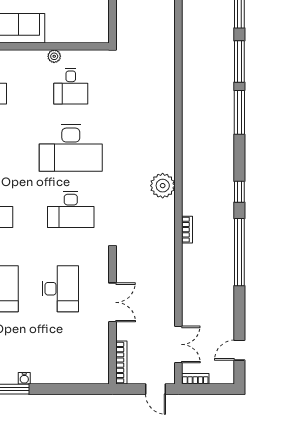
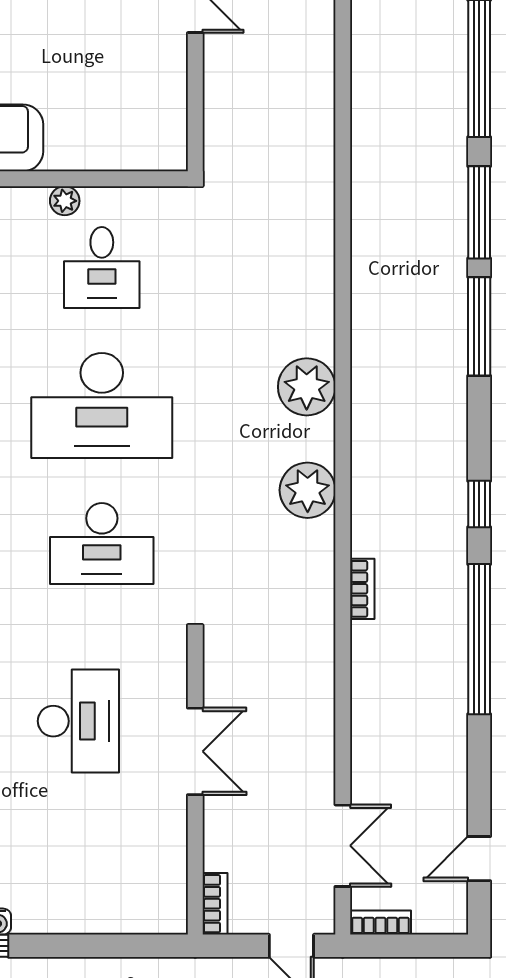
plant: (162, 139) -> (307, 387), added
bookcase: (121, 363) -> (215, 904), width x0.64

